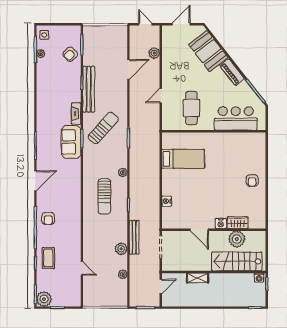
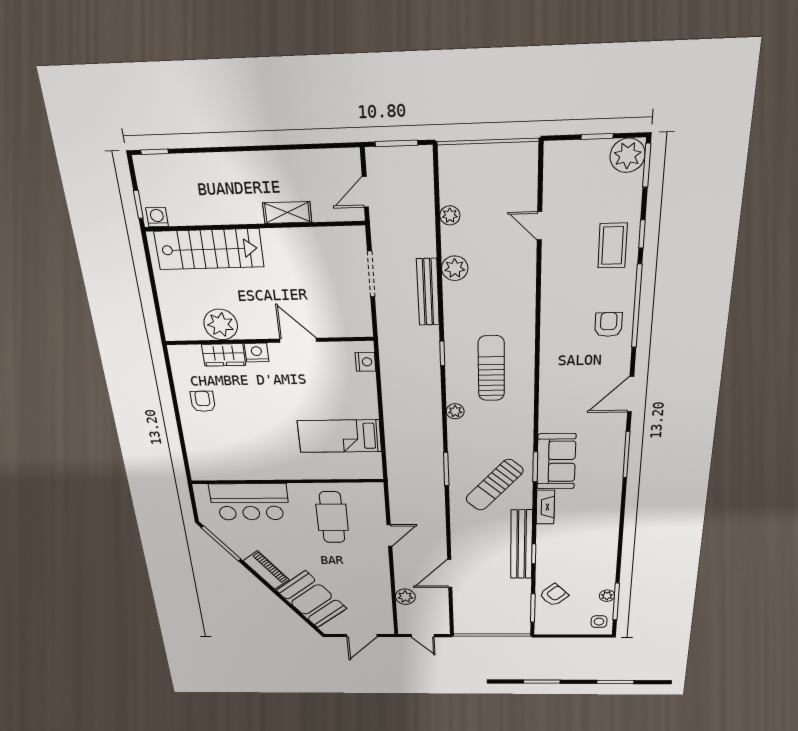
wardrobe: (238, 223) -> (224, 355), moved
nightstand: (221, 224) -> (257, 353), moved
door: (199, 230) -> (298, 340), moved
wall: (214, 230) -> (269, 341), moved
plant: (237, 239) -> (221, 324), moved

